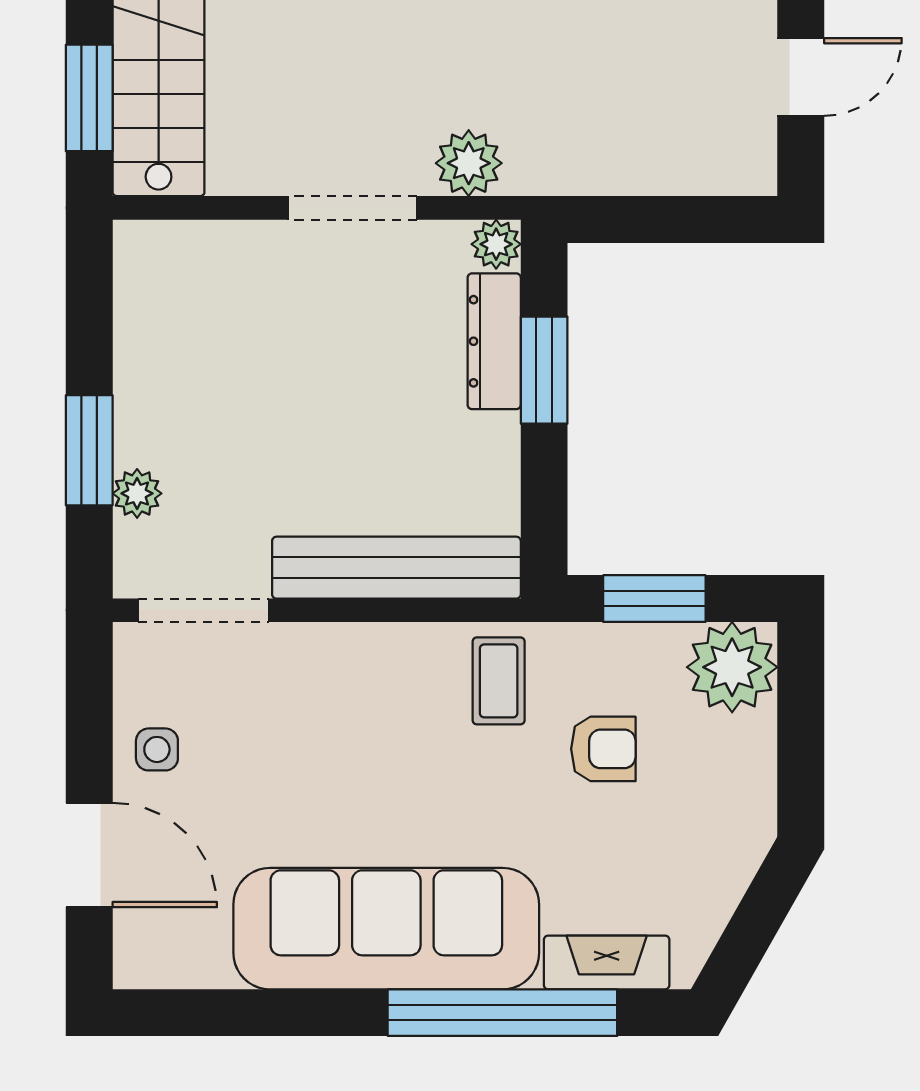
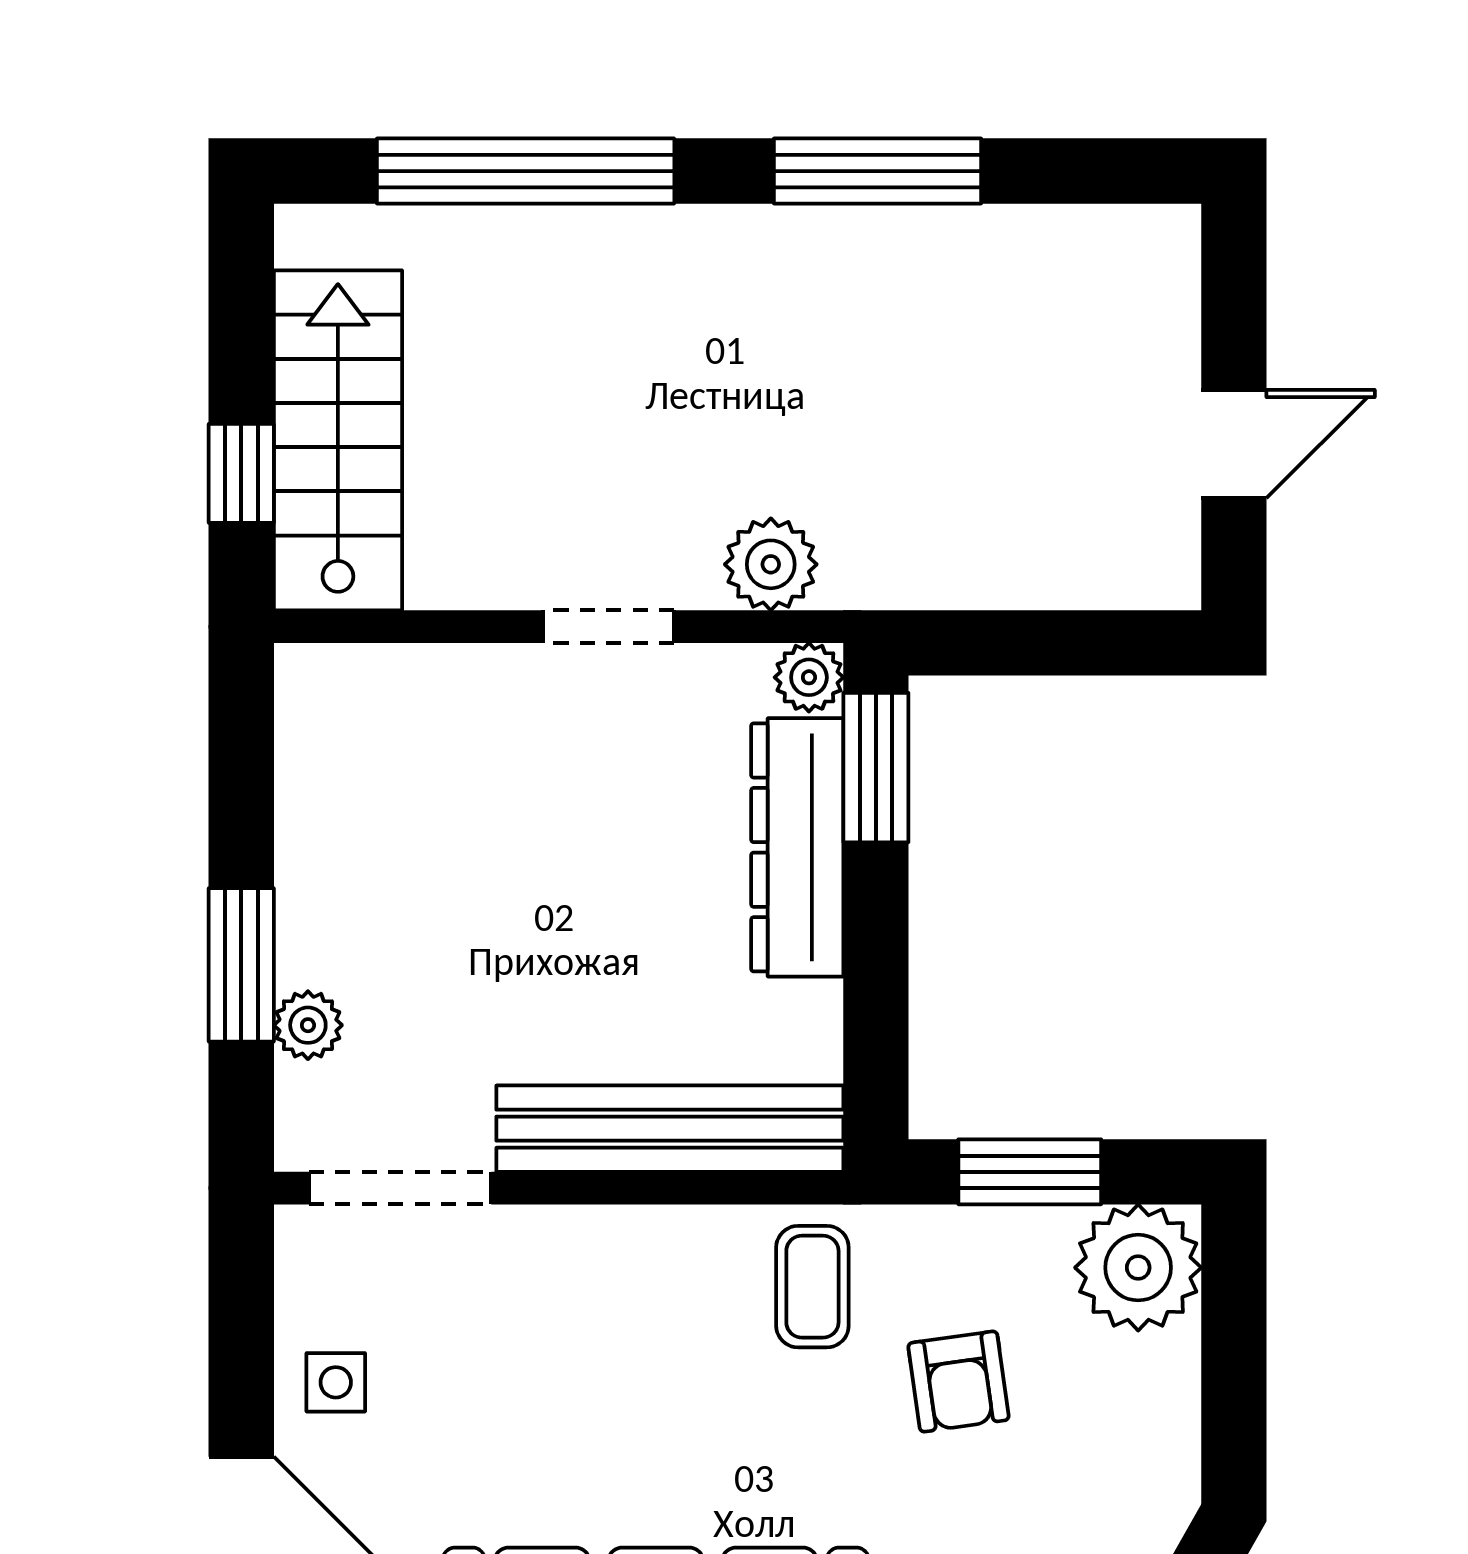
window: (89, 98) -> (241, 473), width x0.67
doorway: (353, 208) -> (609, 627), width x0.73
dresser: (494, 341) -> (797, 847), width x1.37, depth x1.24
window: (544, 370) -> (876, 768), moved
armchair: (603, 749) -> (959, 1382), turned 82

